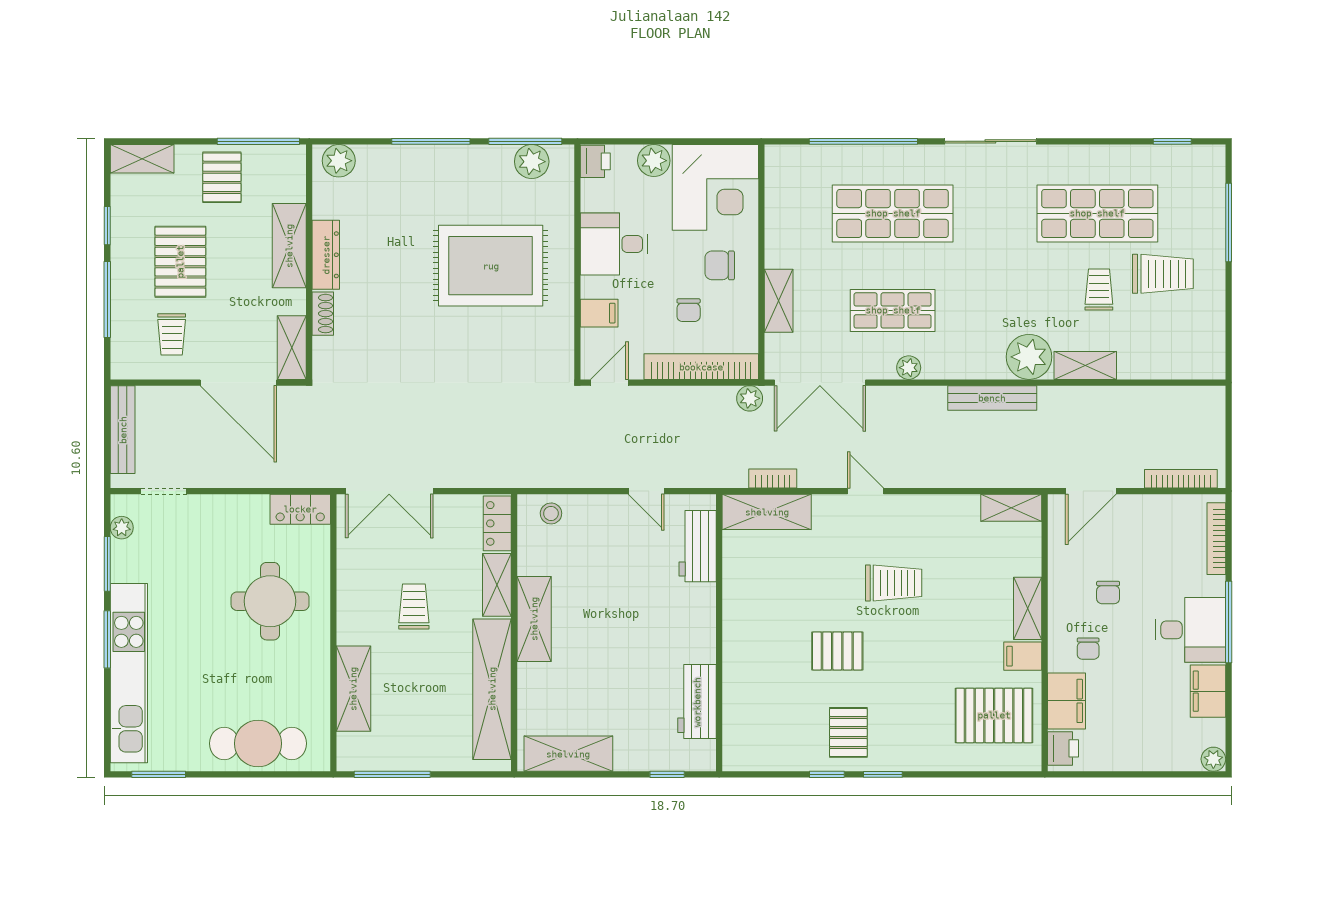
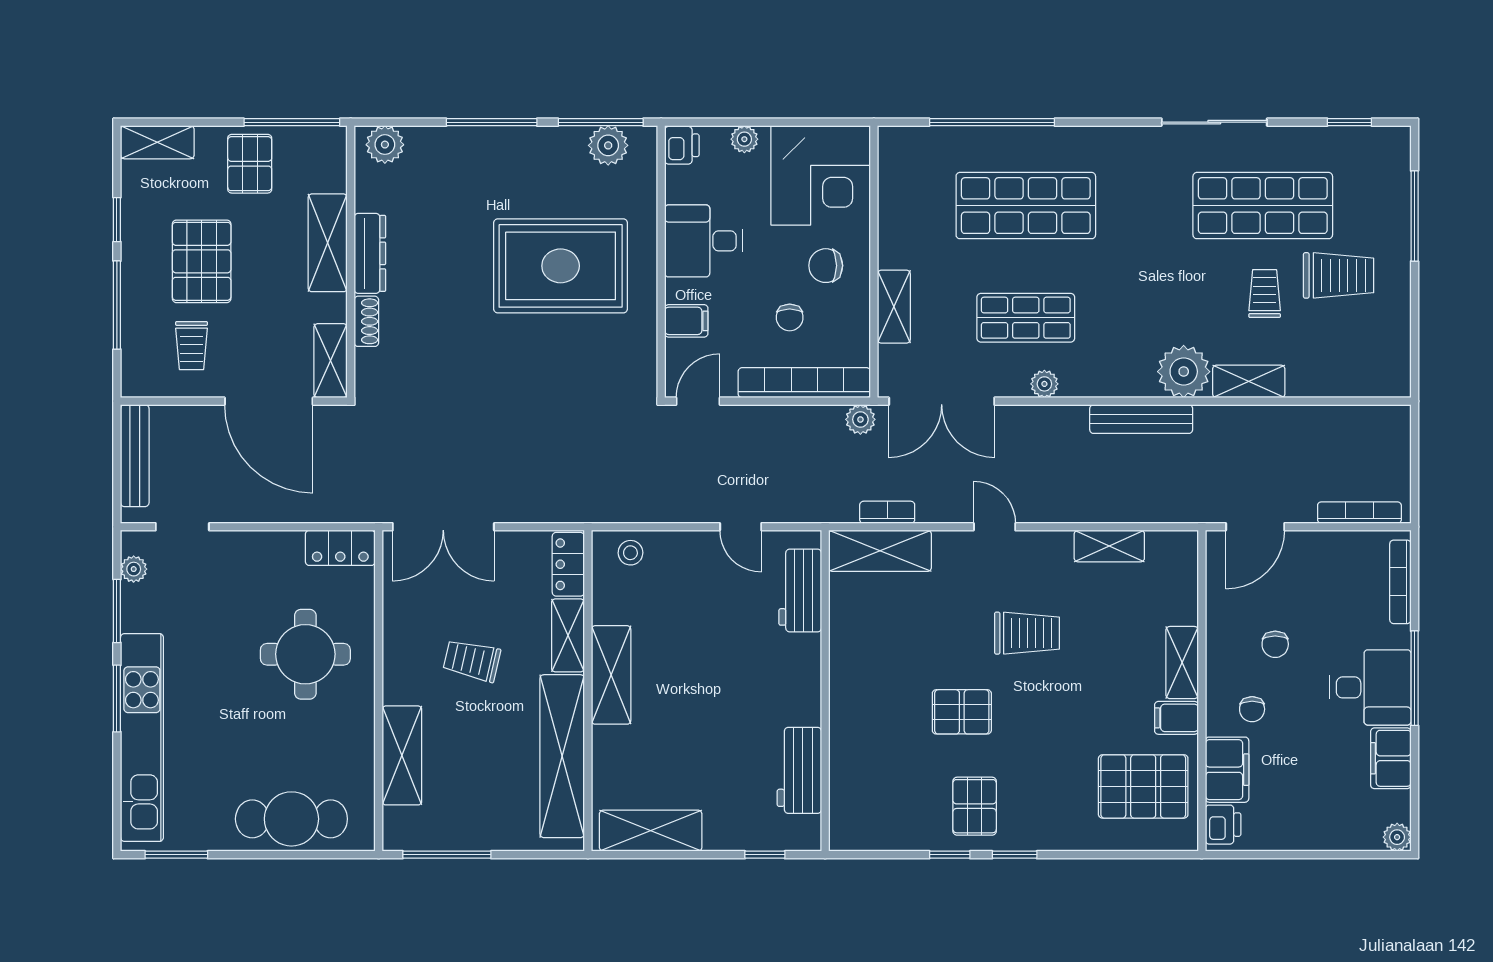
sliding door: (990, 141) -> (1214, 122), moved
plant: (654, 161) -> (744, 139), width x0.73, depth x0.73
shelving: (1011, 508) -> (1109, 546), moved
trolley: (414, 607) -> (472, 660), turned -77

